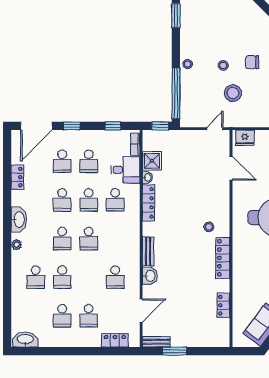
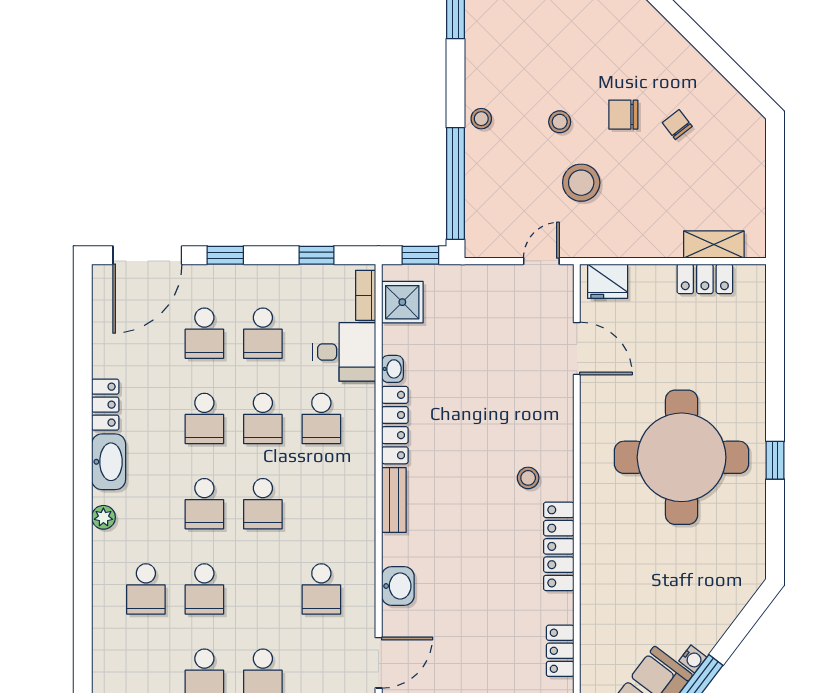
shower: (152, 161) -> (402, 302), moved
locker: (17, 177) -> (105, 405), moved
bench: (148, 251) -> (394, 500), moved

